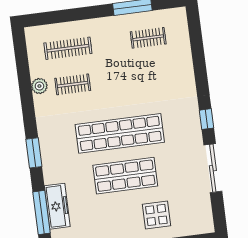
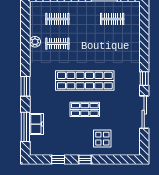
clothes rail: (68, 48) -> (57, 19), width x0.73
shop shelf: (125, 176) -> (85, 109), width x0.70, depth x0.74
freezer: (57, 206) -> (36, 124), width x0.71

